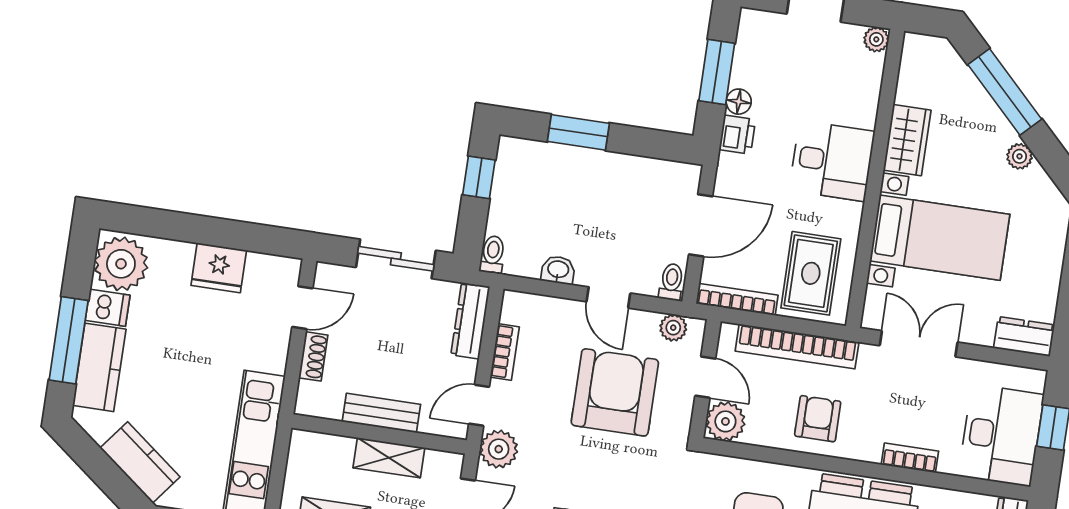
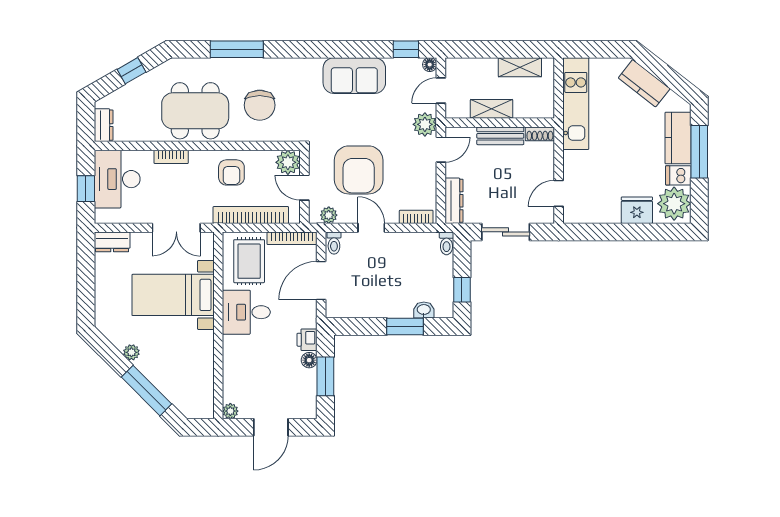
wardrobe: (907, 140) -> (202, 352), removed
desk: (832, 161) -> (246, 312), moved
fridge: (219, 268) -> (637, 210), moved
washbasin: (558, 270) -> (424, 310), moved, turned 180
bookcase: (505, 352) -> (416, 217), moved, turned 90
shoe rack: (313, 356) -> (540, 134), moved, turned -90

